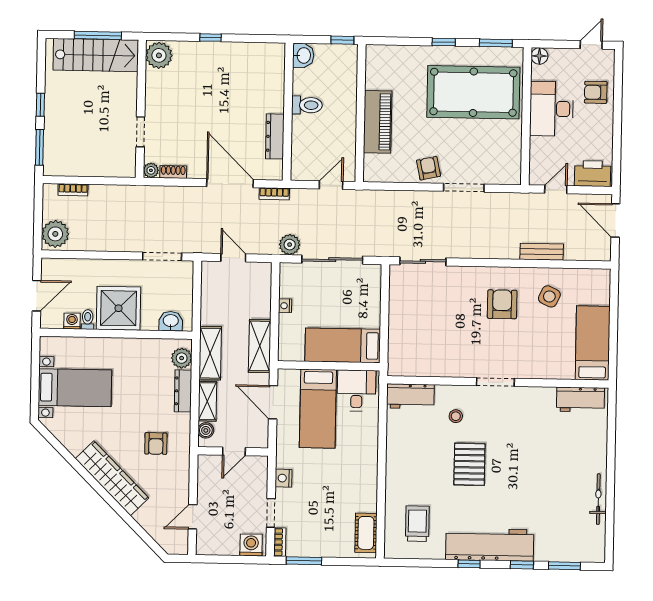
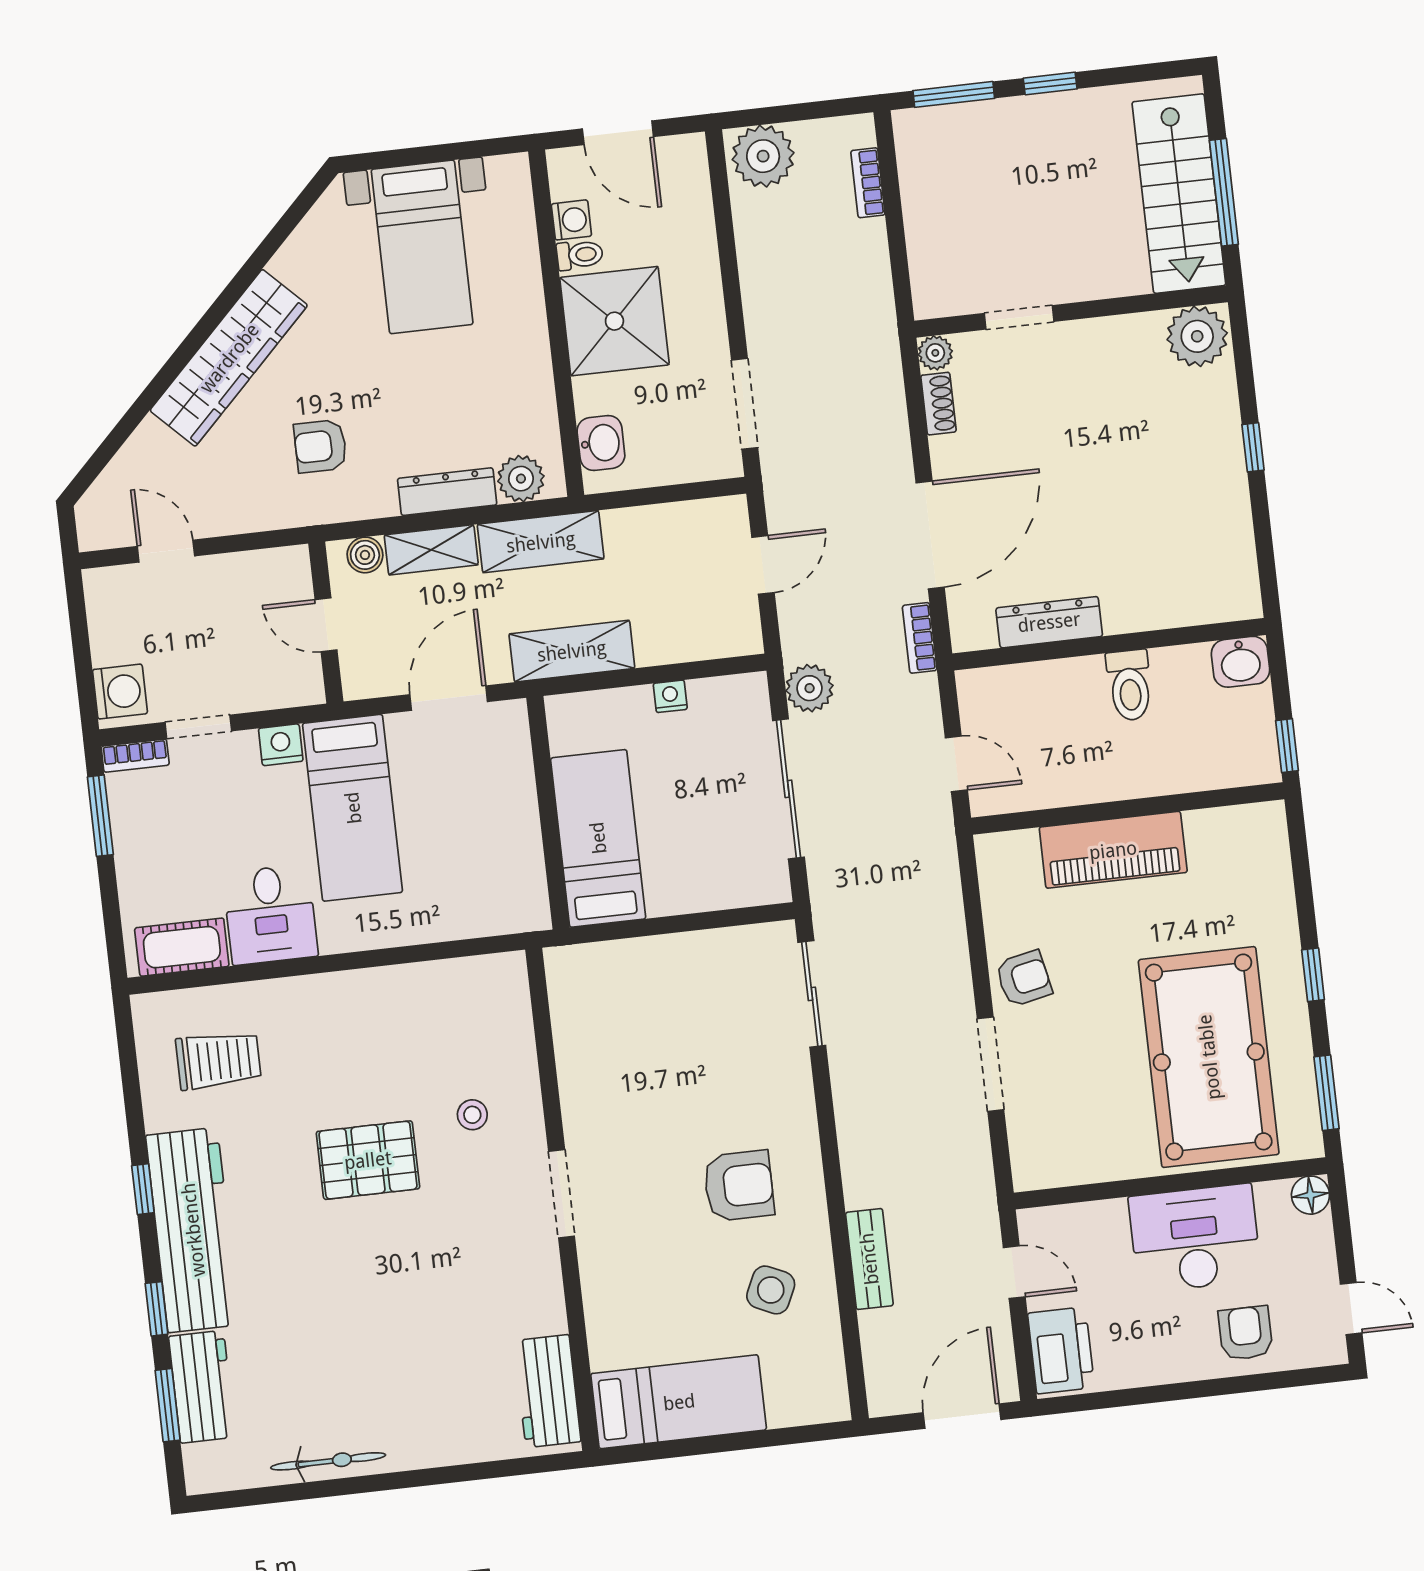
desk: (356, 390) -> (270, 915), moved, turned 90
workbench: (410, 396) -> (202, 1387), moved, turned 180
bed: (318, 409) -> (353, 808), moved, turned -90

